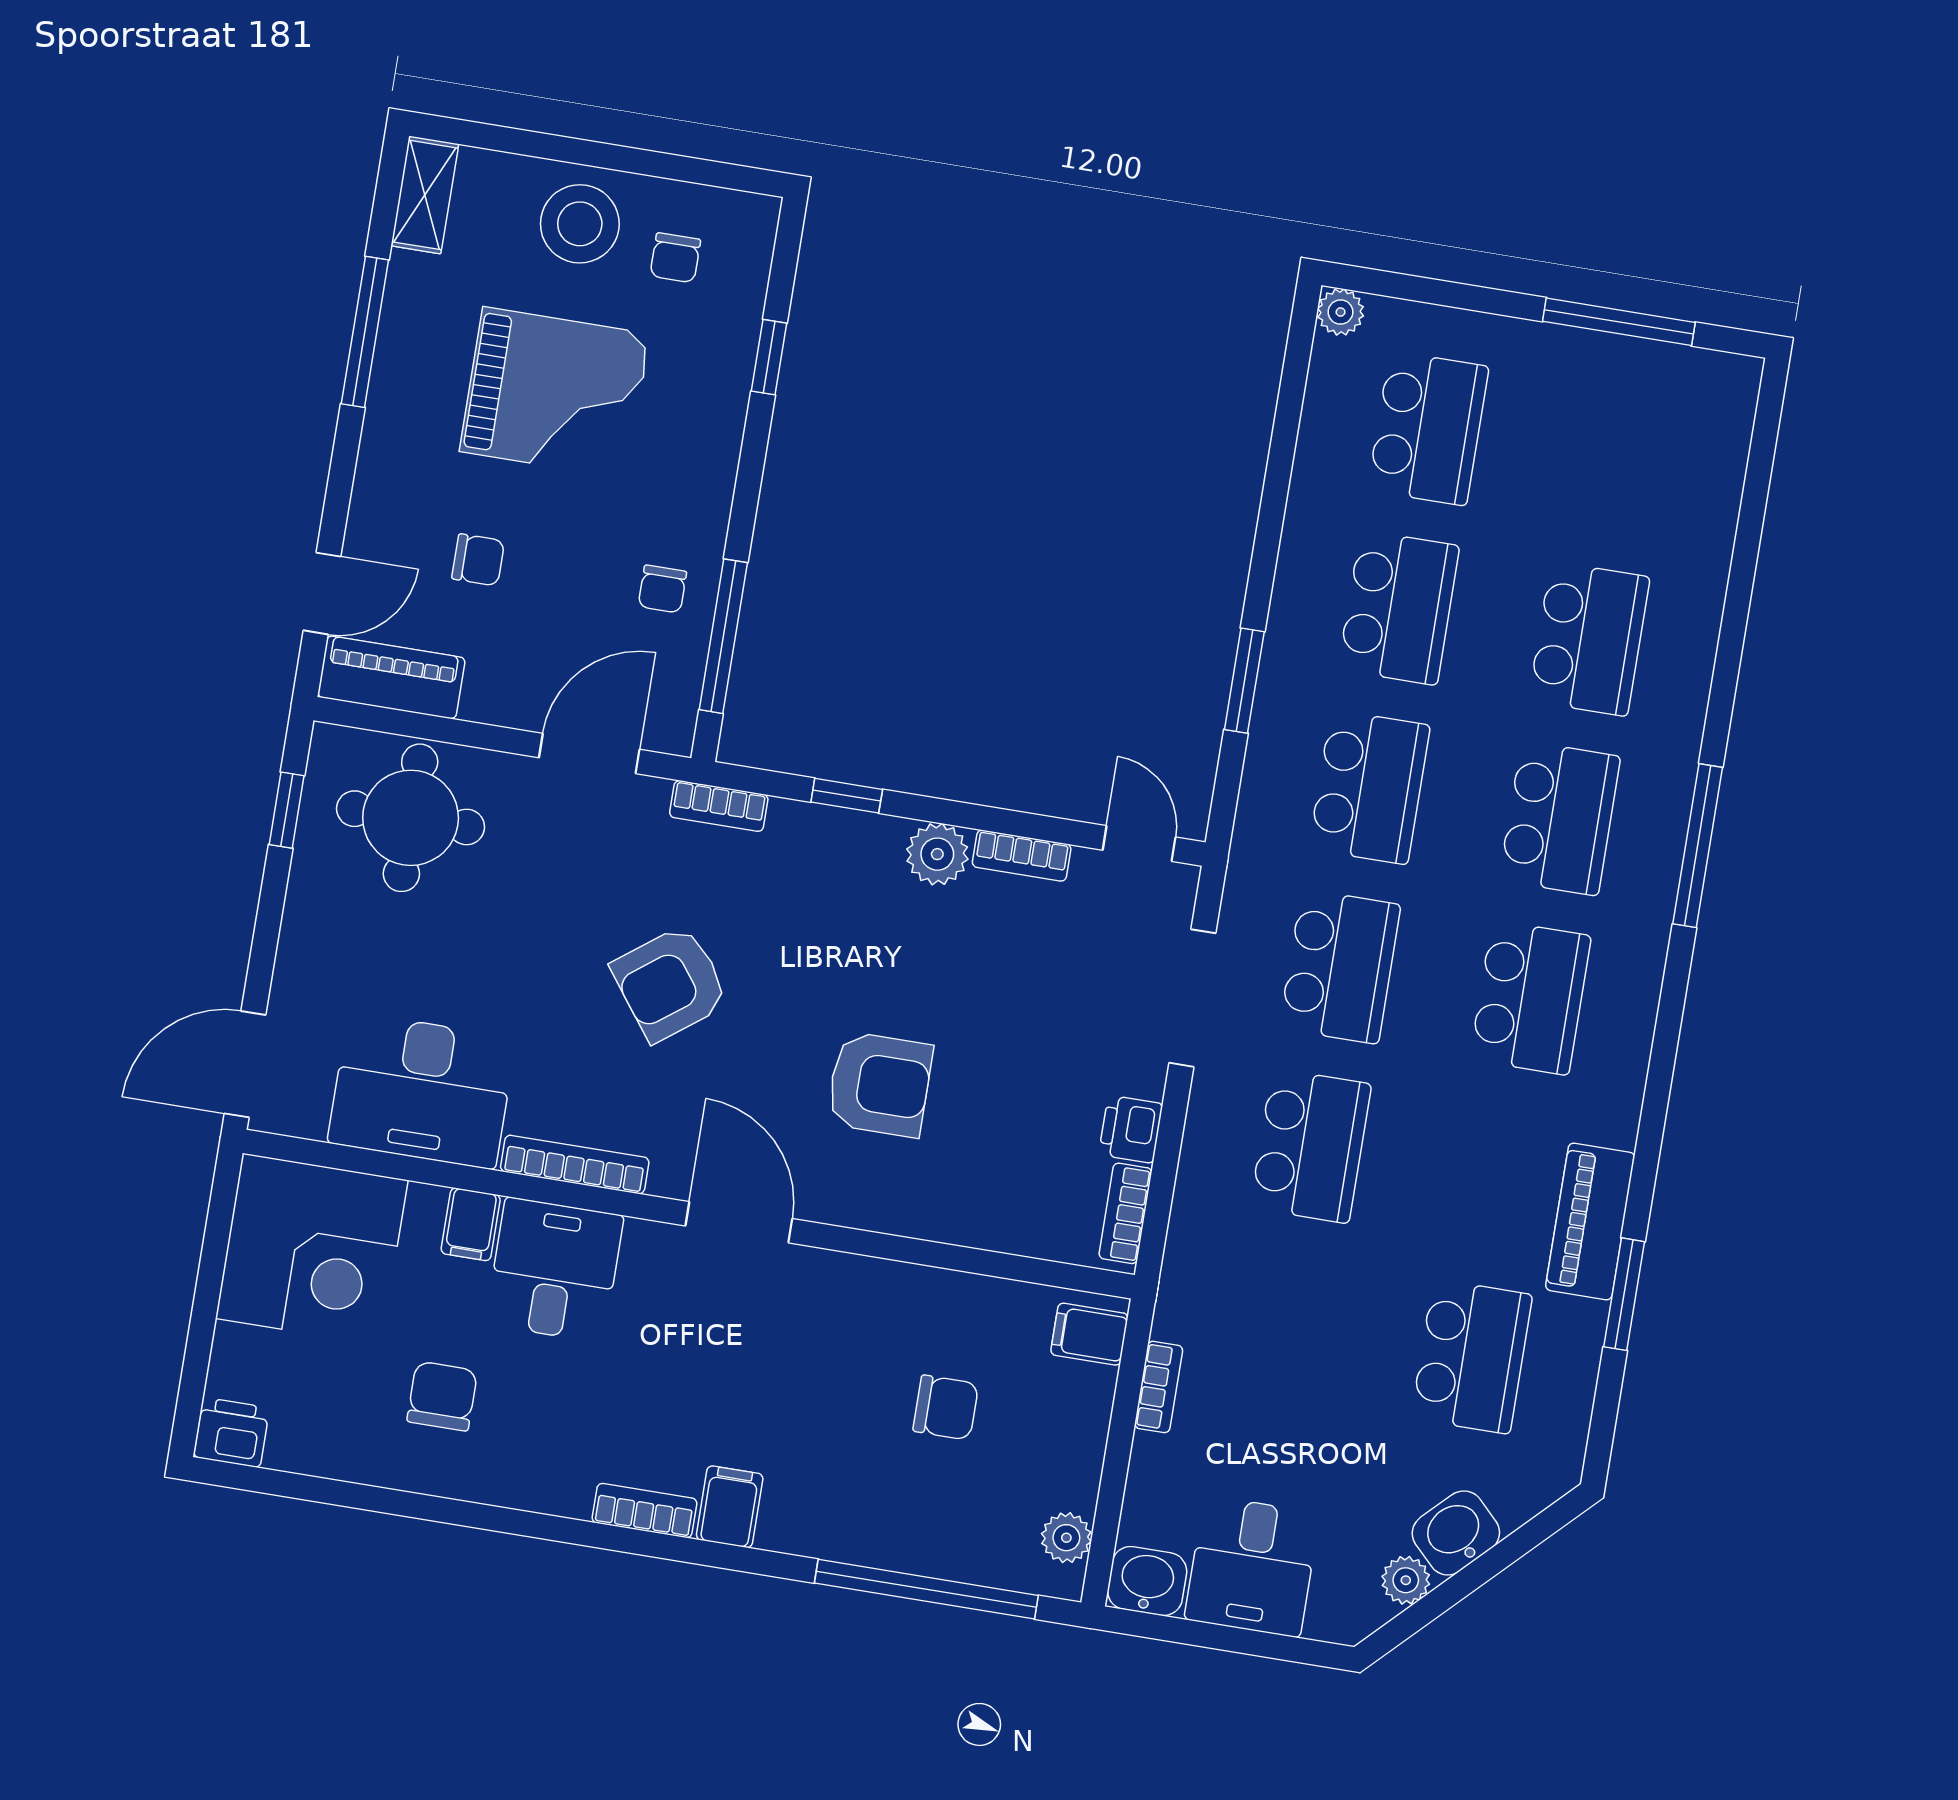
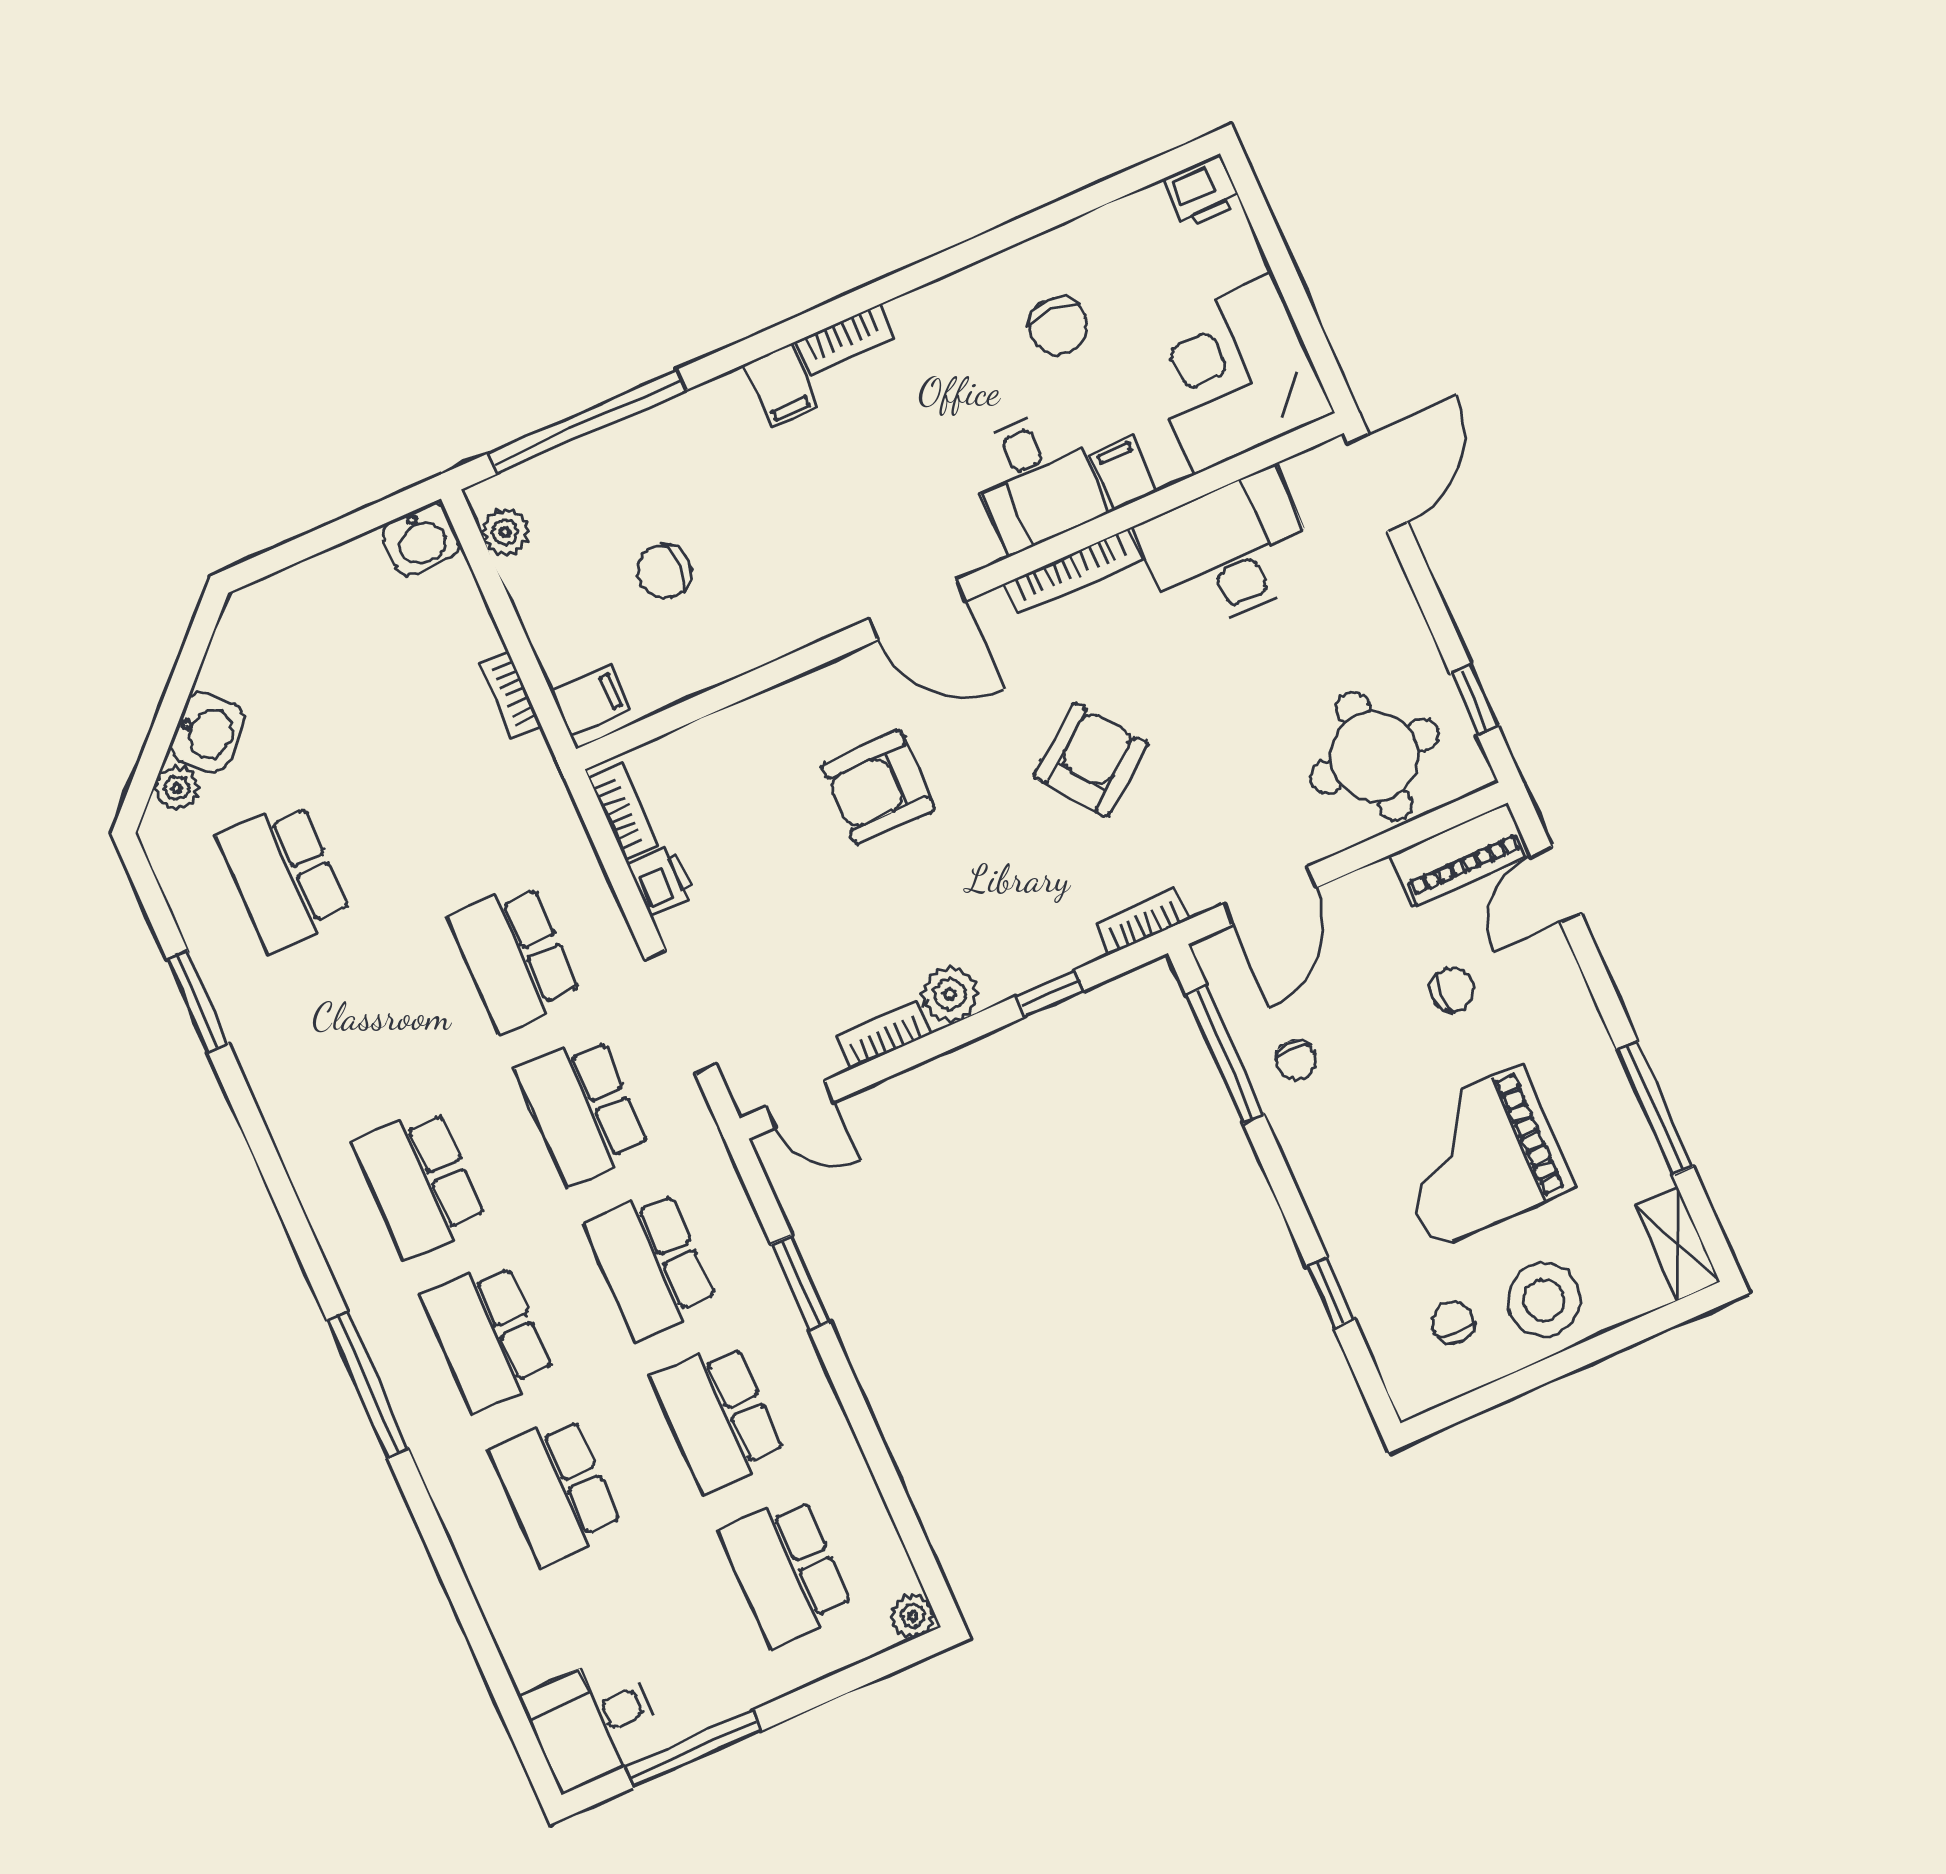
chair: (478, 560) -> (1453, 989), turned 180
chair: (662, 589) -> (1296, 1060), turned 180
piano: (1590, 1221) -> (261, 1040), removed
desk: (1252, 1566) -> (593, 1722), moved, turned -90
plant: (1406, 1580) -> (177, 788), moved

